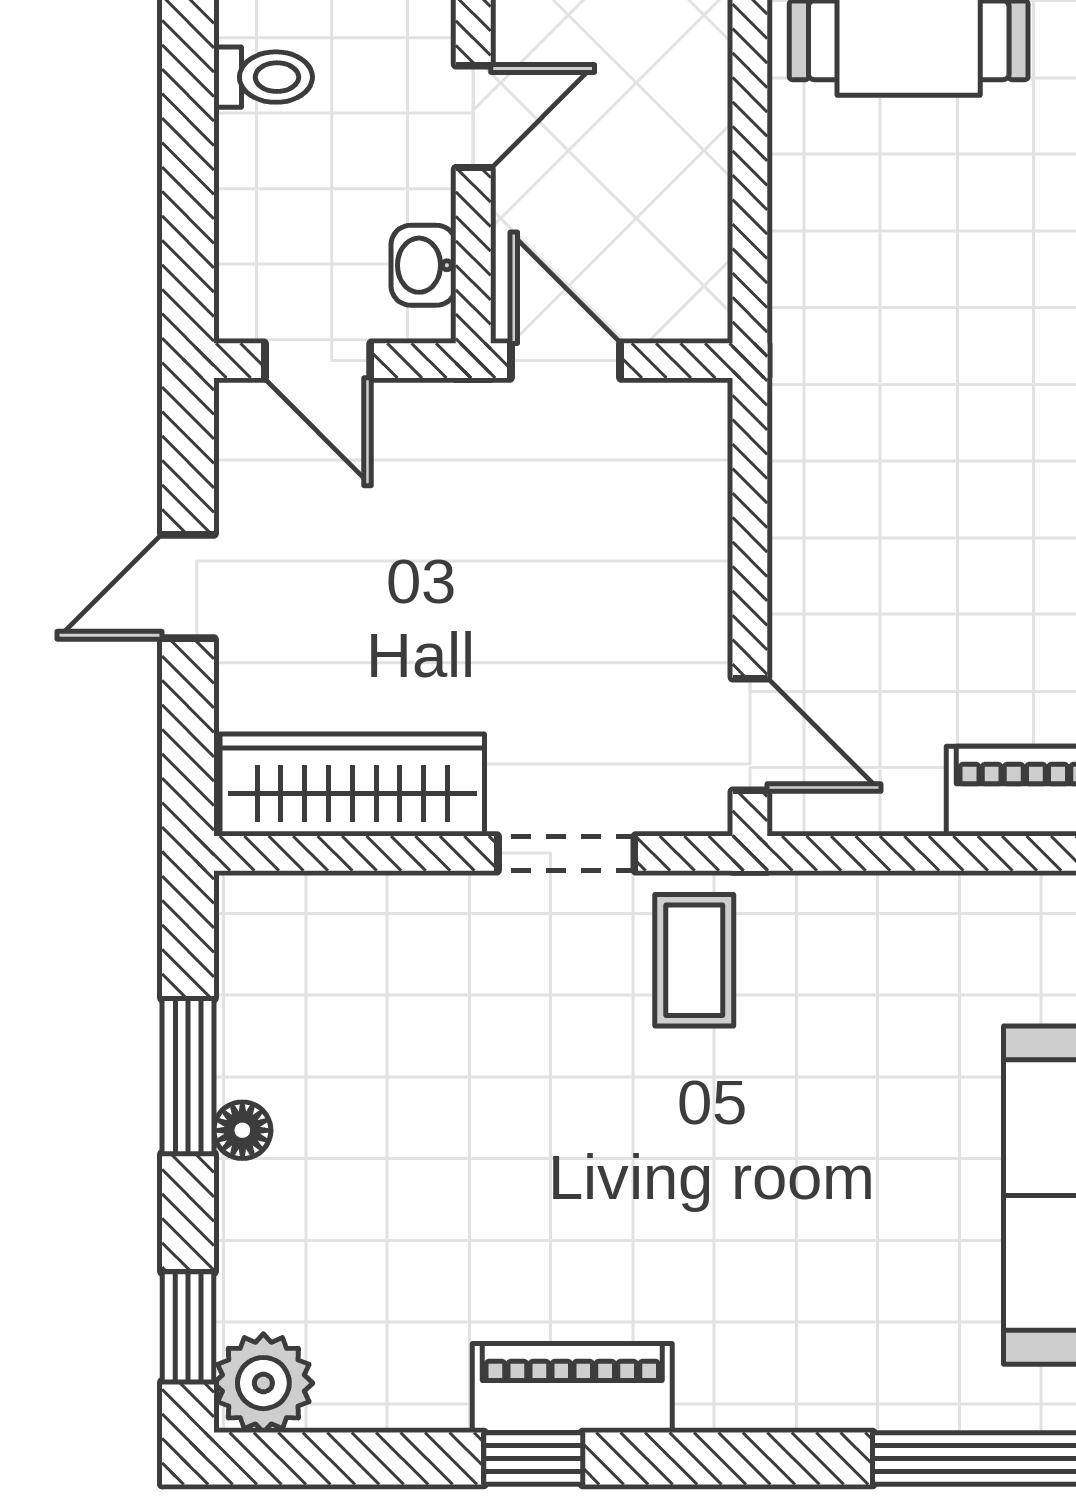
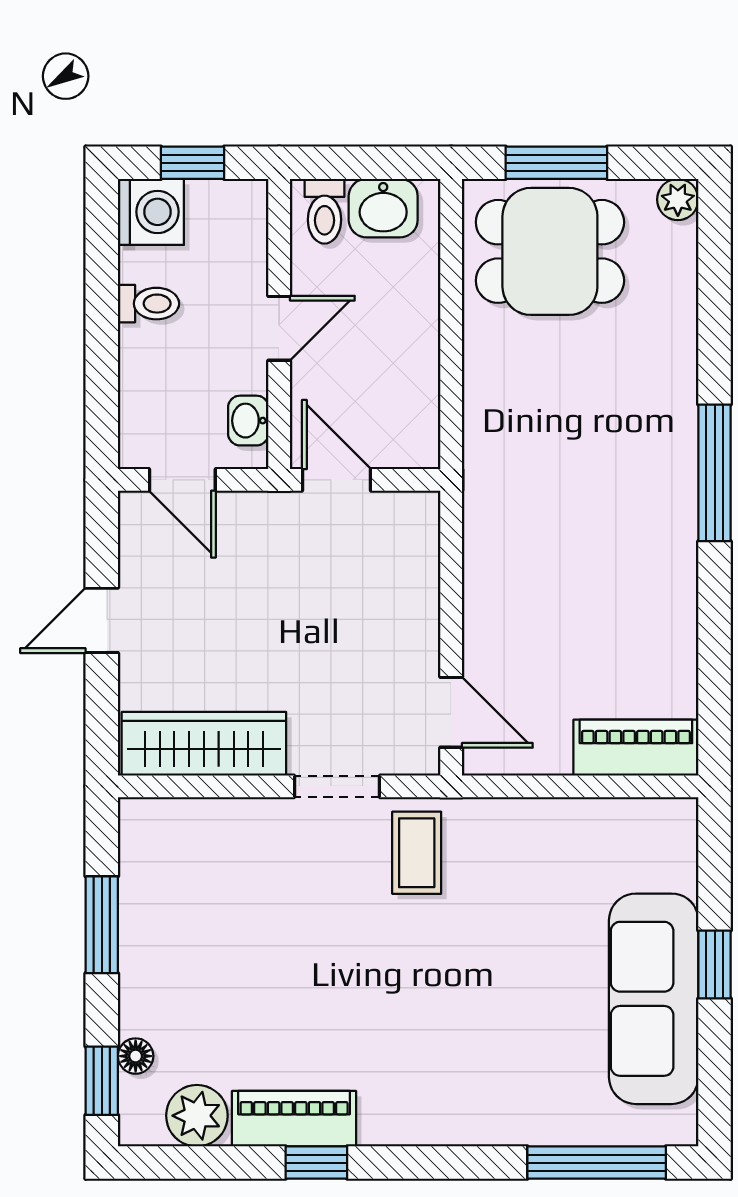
floor lamp: (242, 1130) -> (136, 1056), moved
plant: (263, 1383) -> (197, 1116), moved
piano: (572, 1388) -> (294, 1119), moved

